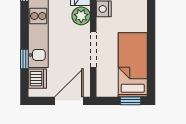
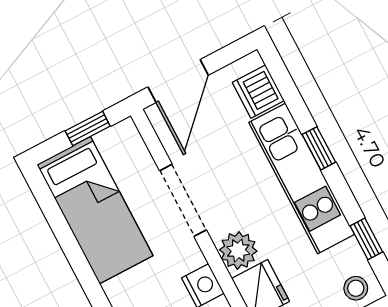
window: (24, 59) -> (319, 148), moved
window: (130, 101) -> (88, 128), moved

